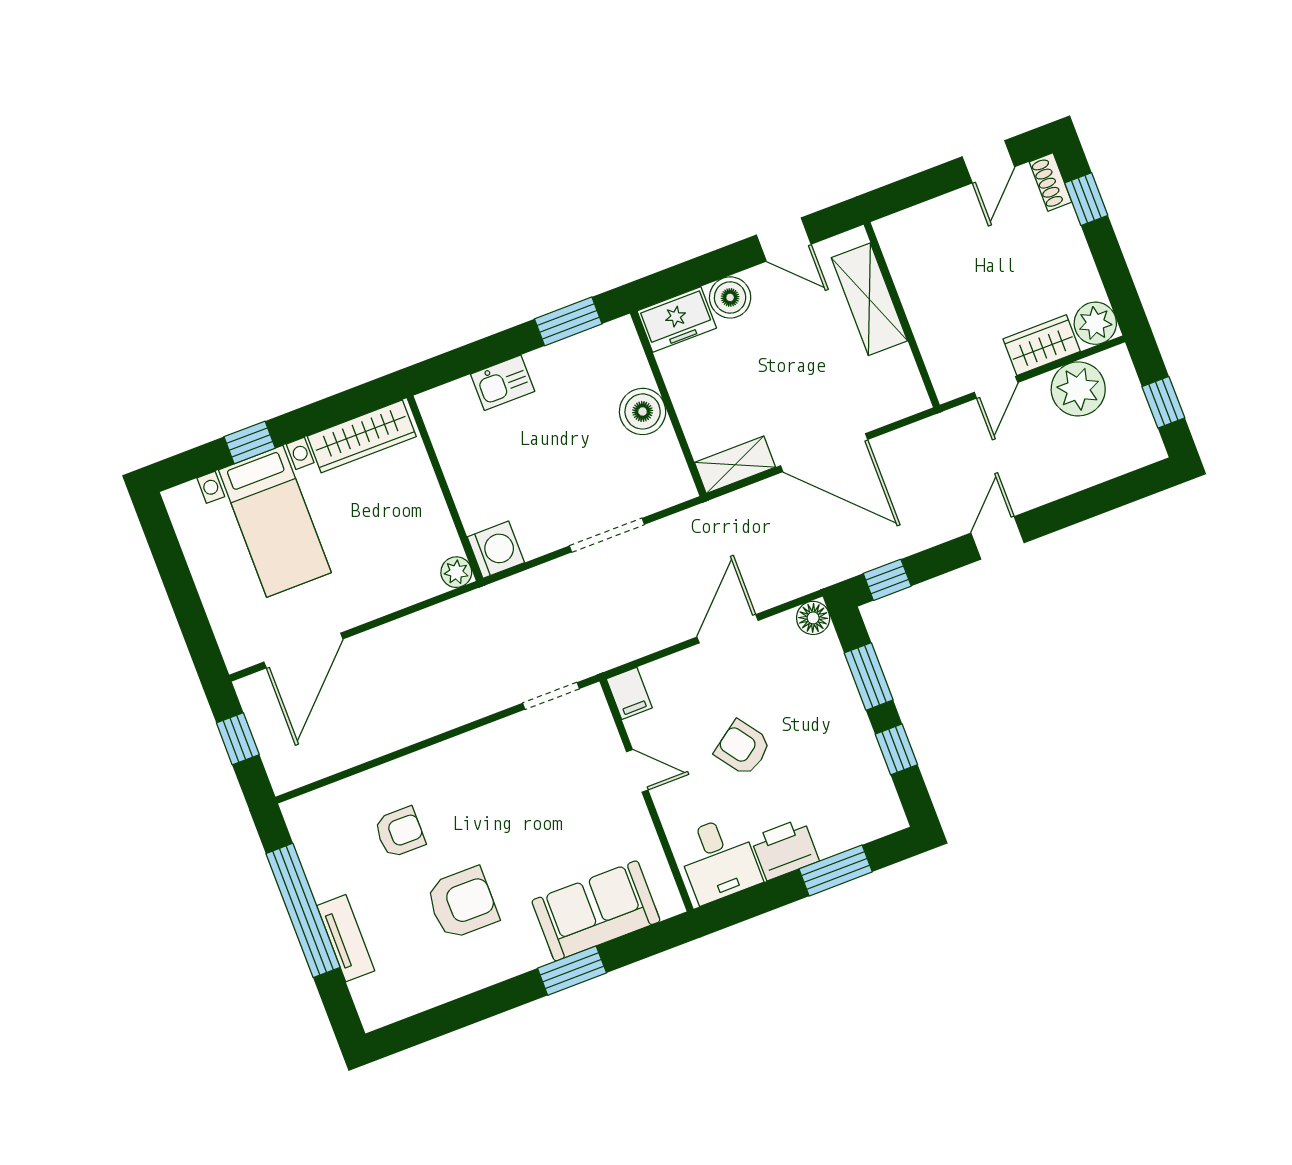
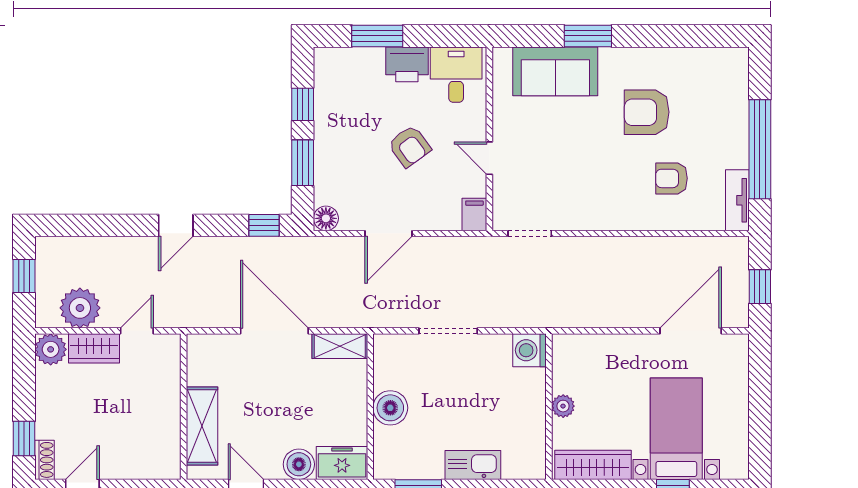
kitchen sink: (503, 383) -> (473, 465), width x1.38
plant: (456, 572) -> (563, 406), moved
tv unit: (346, 938) -> (737, 200), moved

